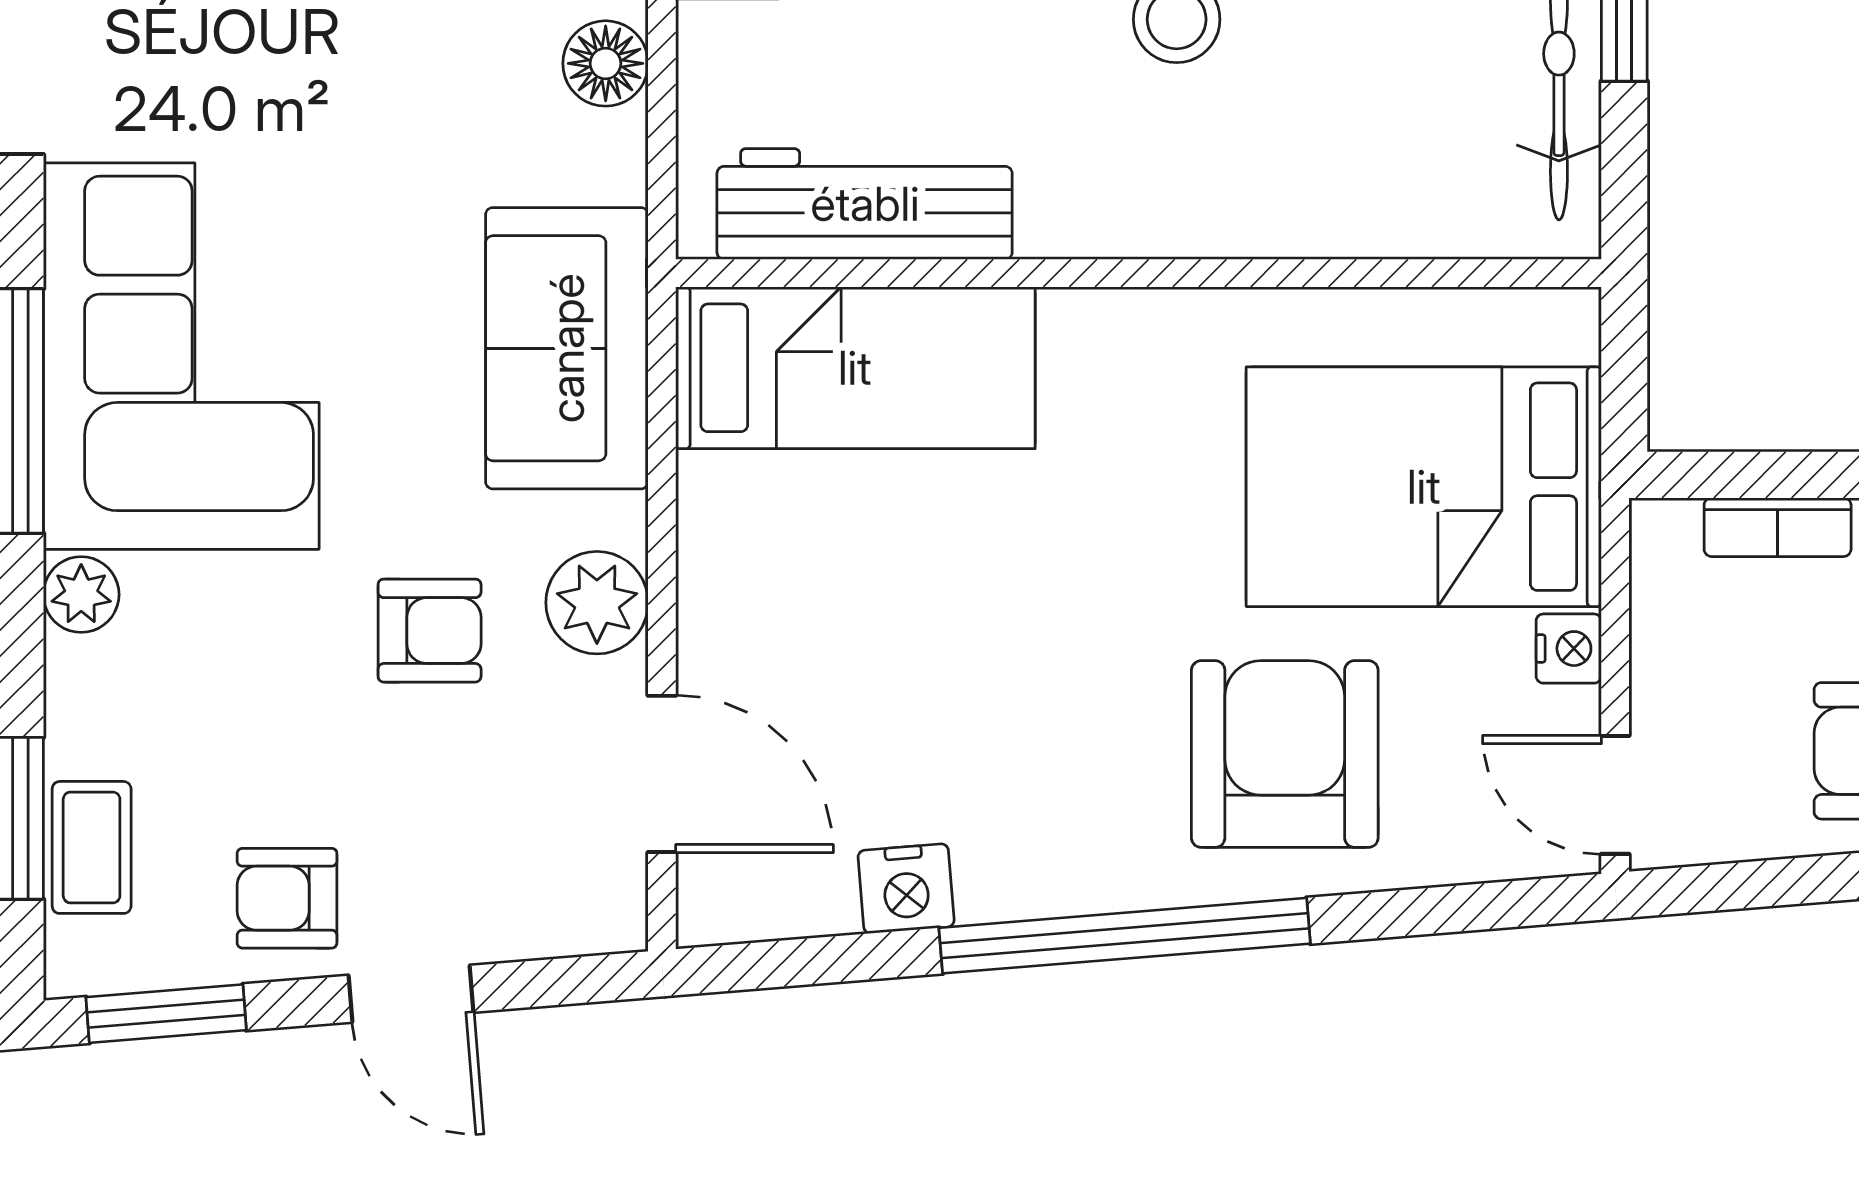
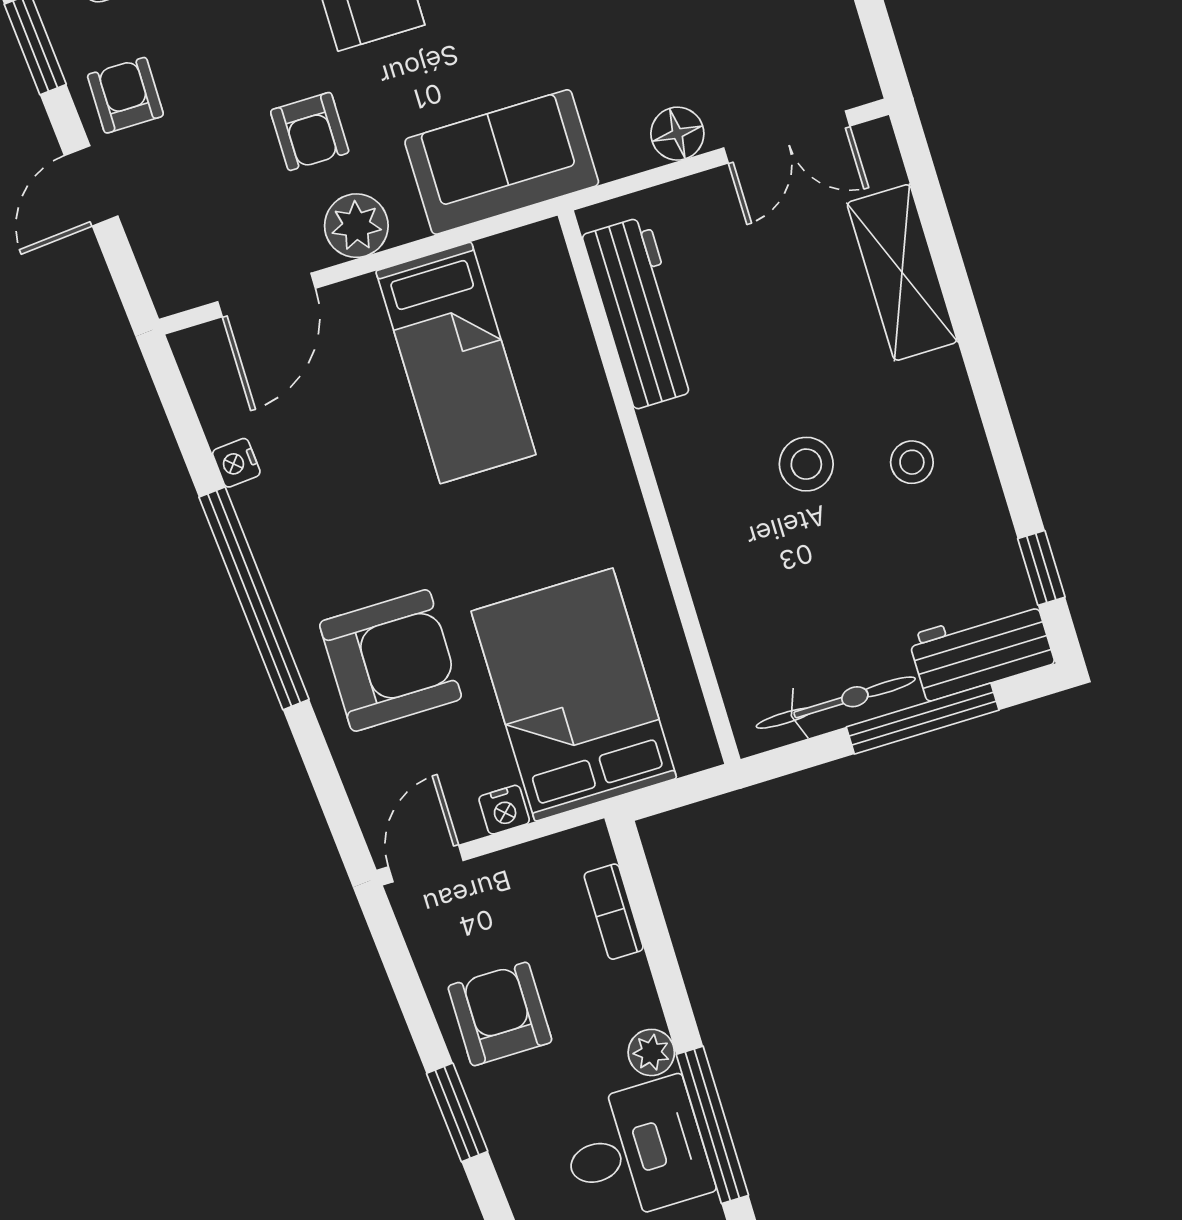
bed: (855, 368) -> (456, 363), moved
nightstand: (906, 889) -> (236, 463), width x0.72, depth x0.74

